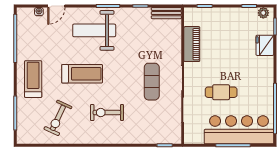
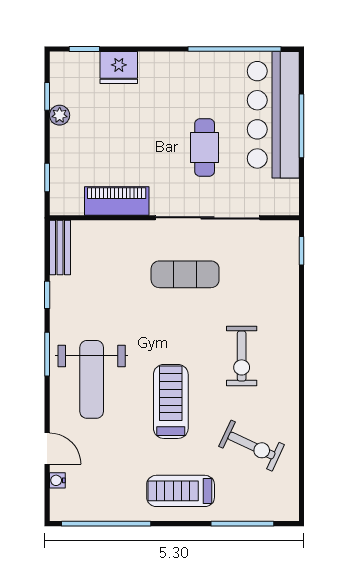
plant: (263, 13) -> (60, 115), moved

